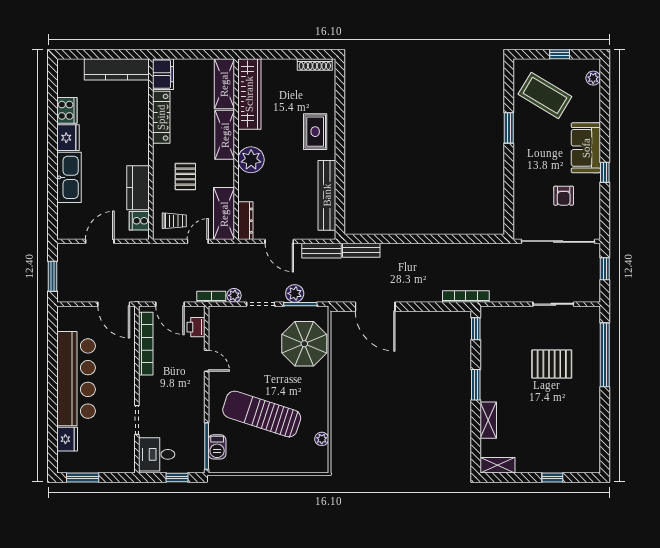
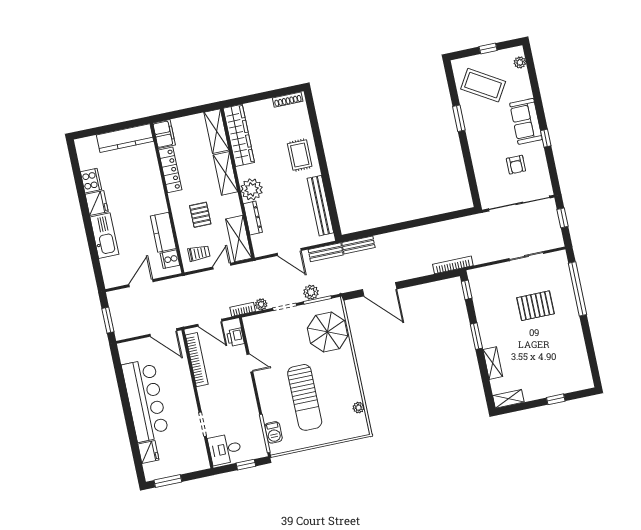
dresser: (245, 221) -> (253, 218), moved
sun lounger: (262, 414) -> (305, 397), turned -108

